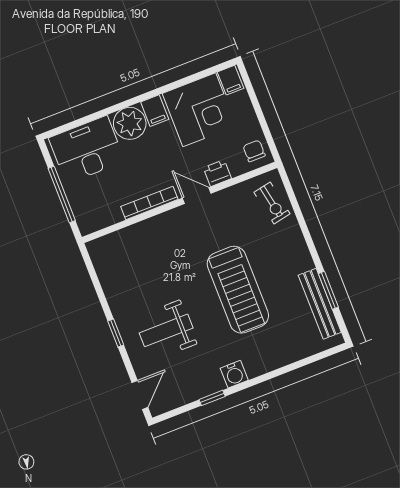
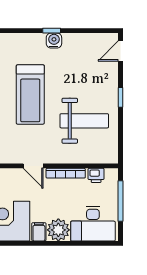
printer: (217, 173) -> (96, 175), moved
treadmill: (238, 290) -> (30, 94), turned 180
weight bench: (166, 330) -> (84, 121), moved, width x1.36, depth x1.33
window: (212, 398) -> (52, 31), moved

